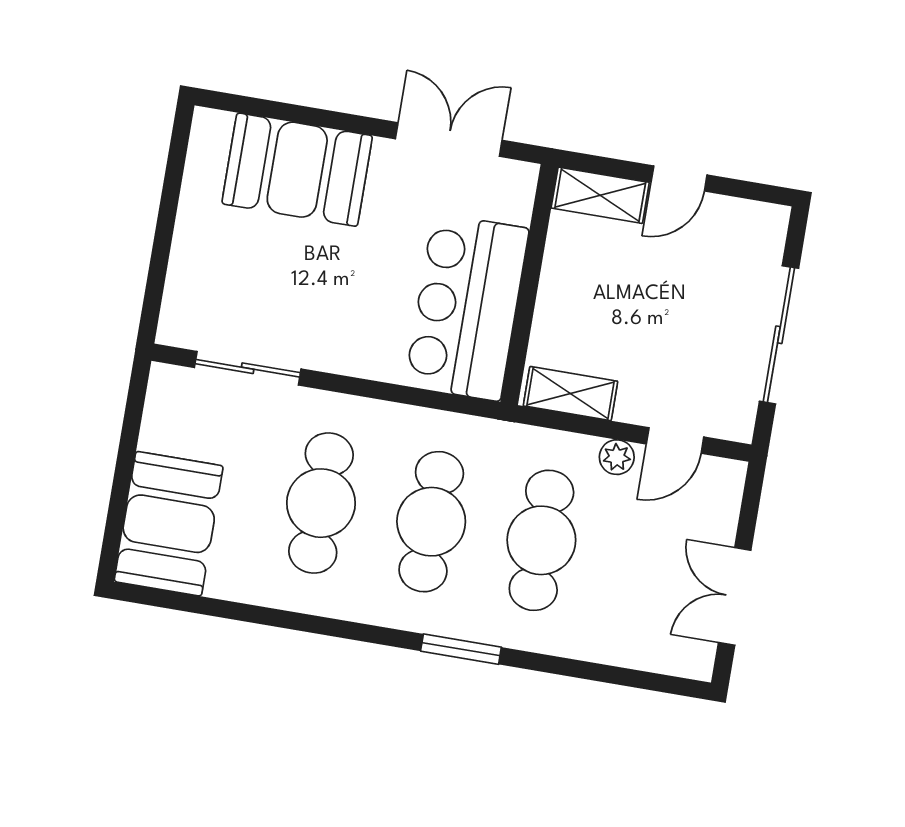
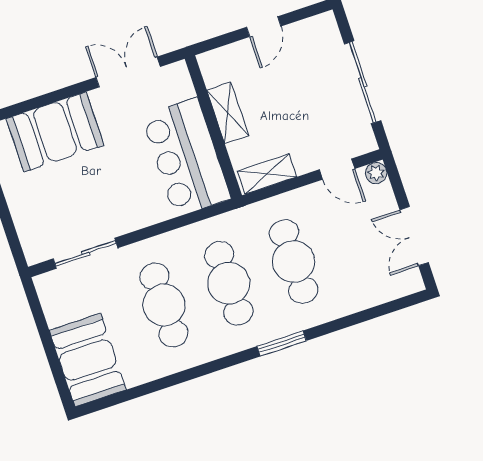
shelving: (600, 195) -> (228, 113), moved, turned 90
door: (675, 440) -> (337, 169), hinge flipped
plant: (617, 457) -> (376, 173), moved

